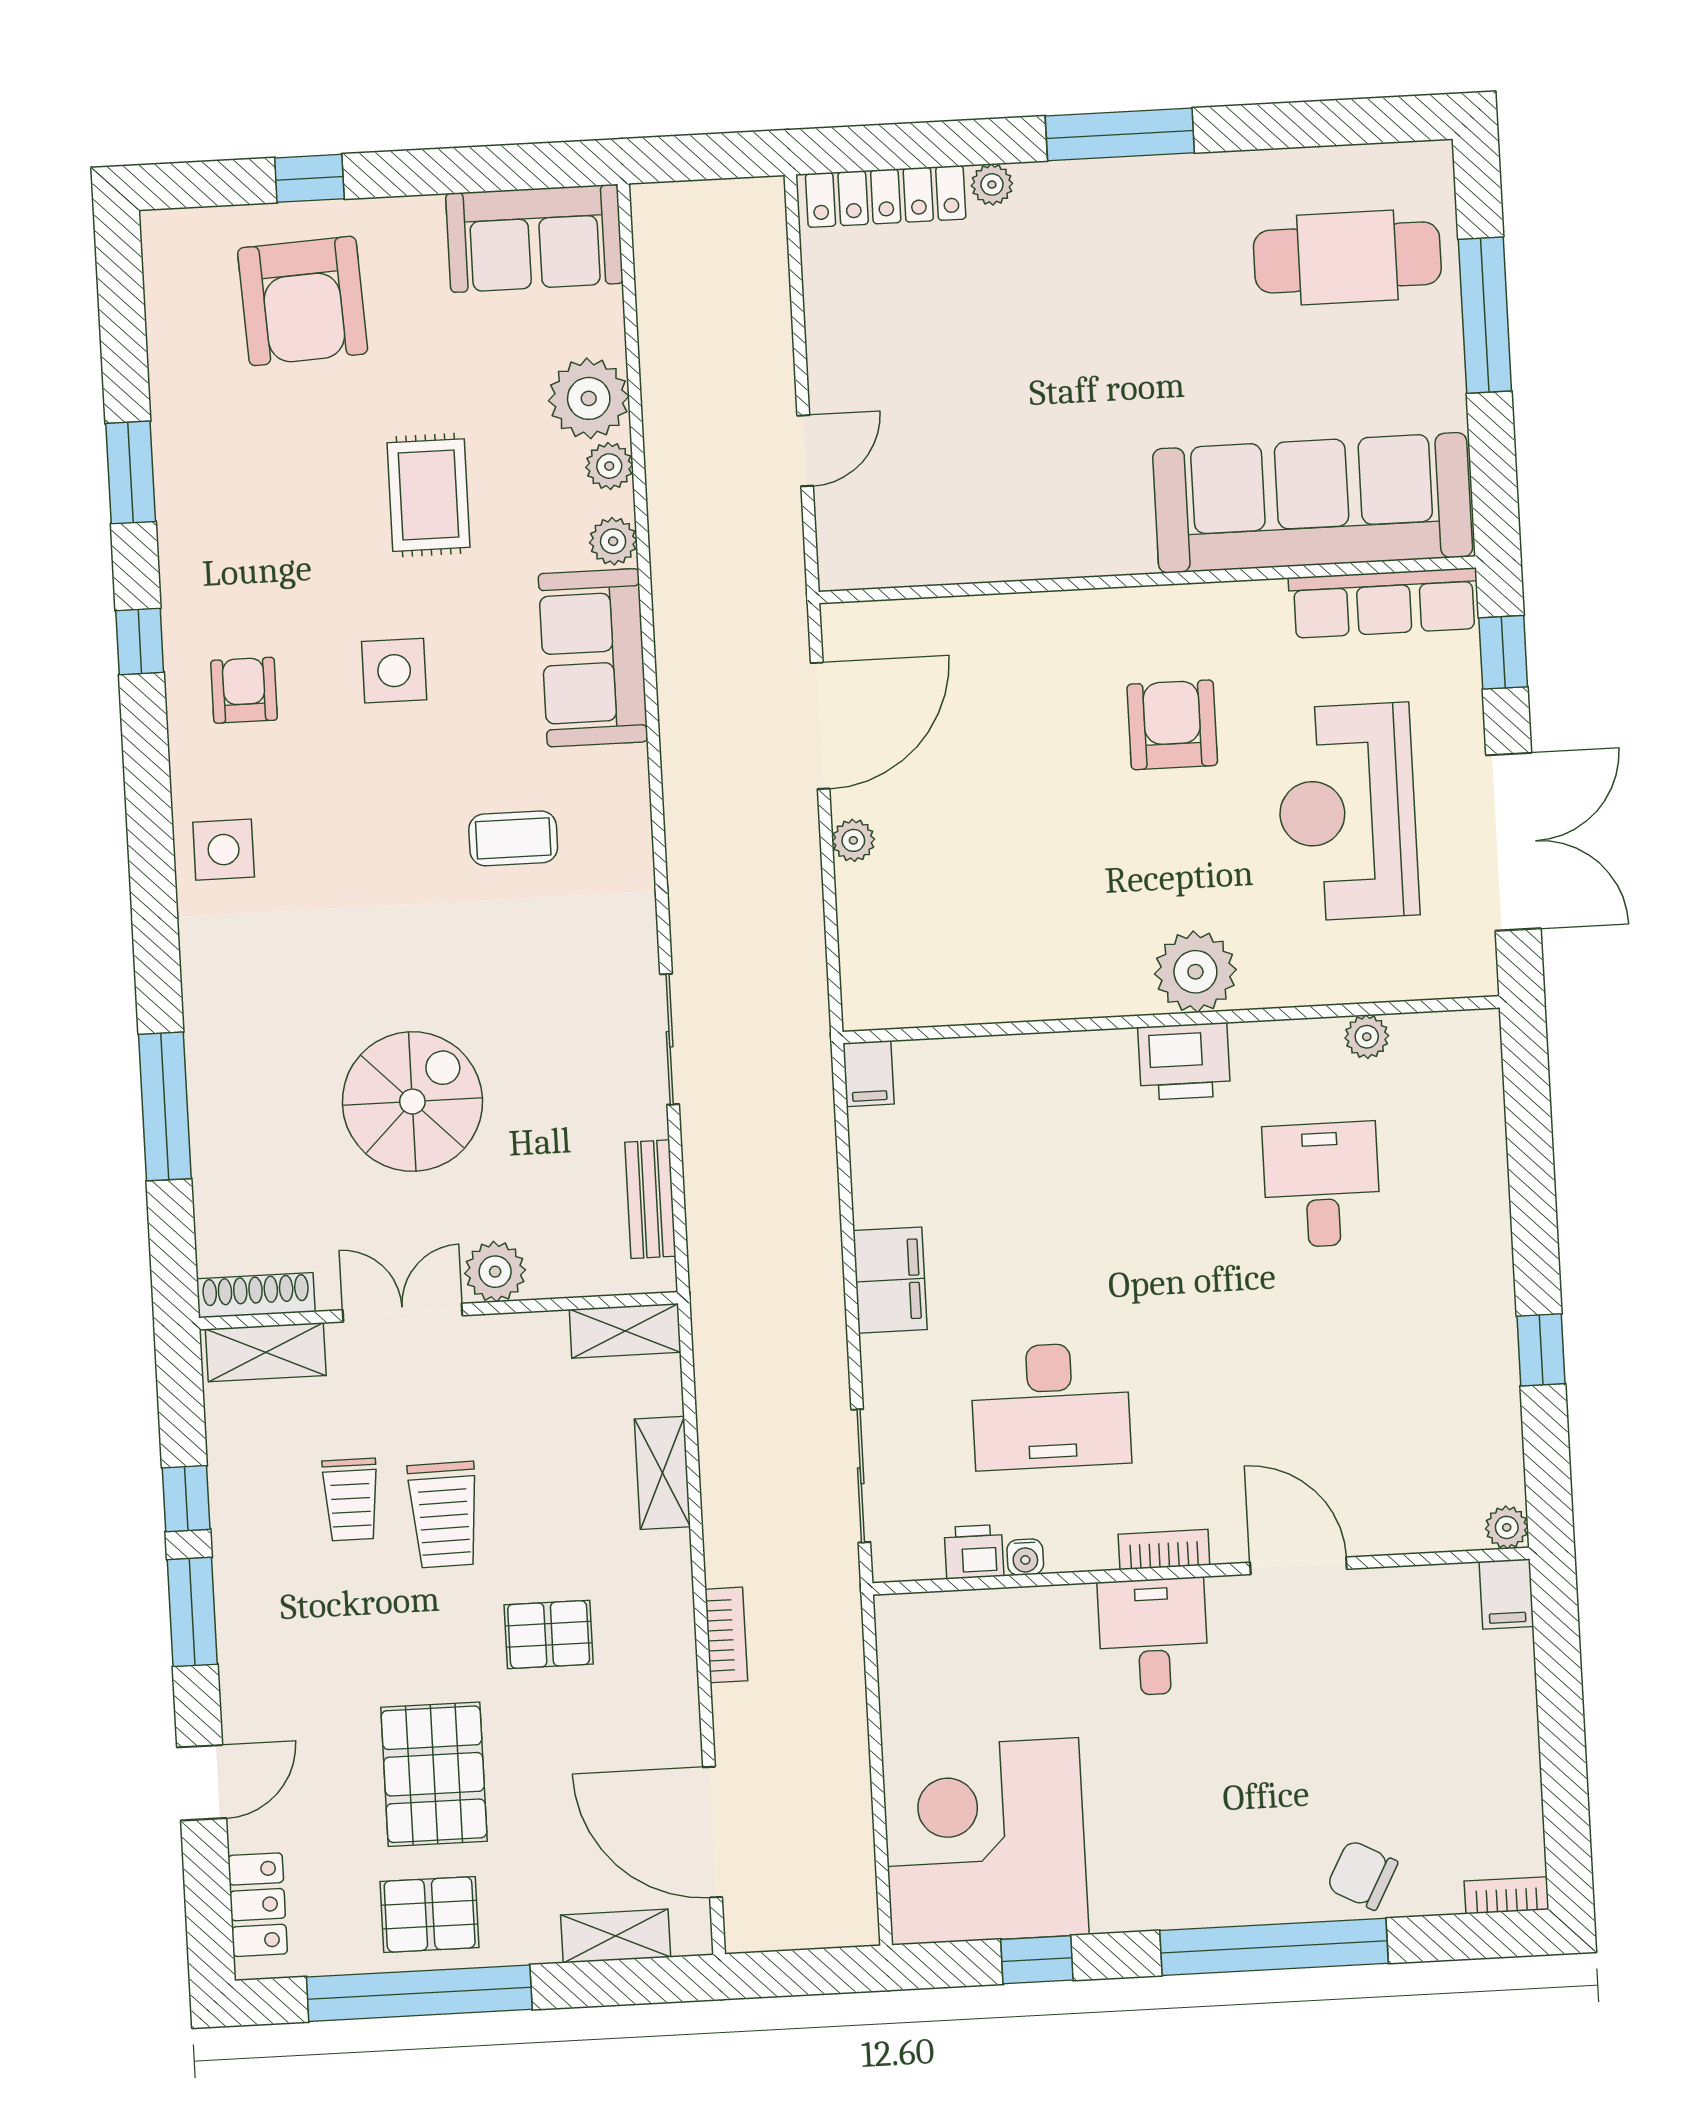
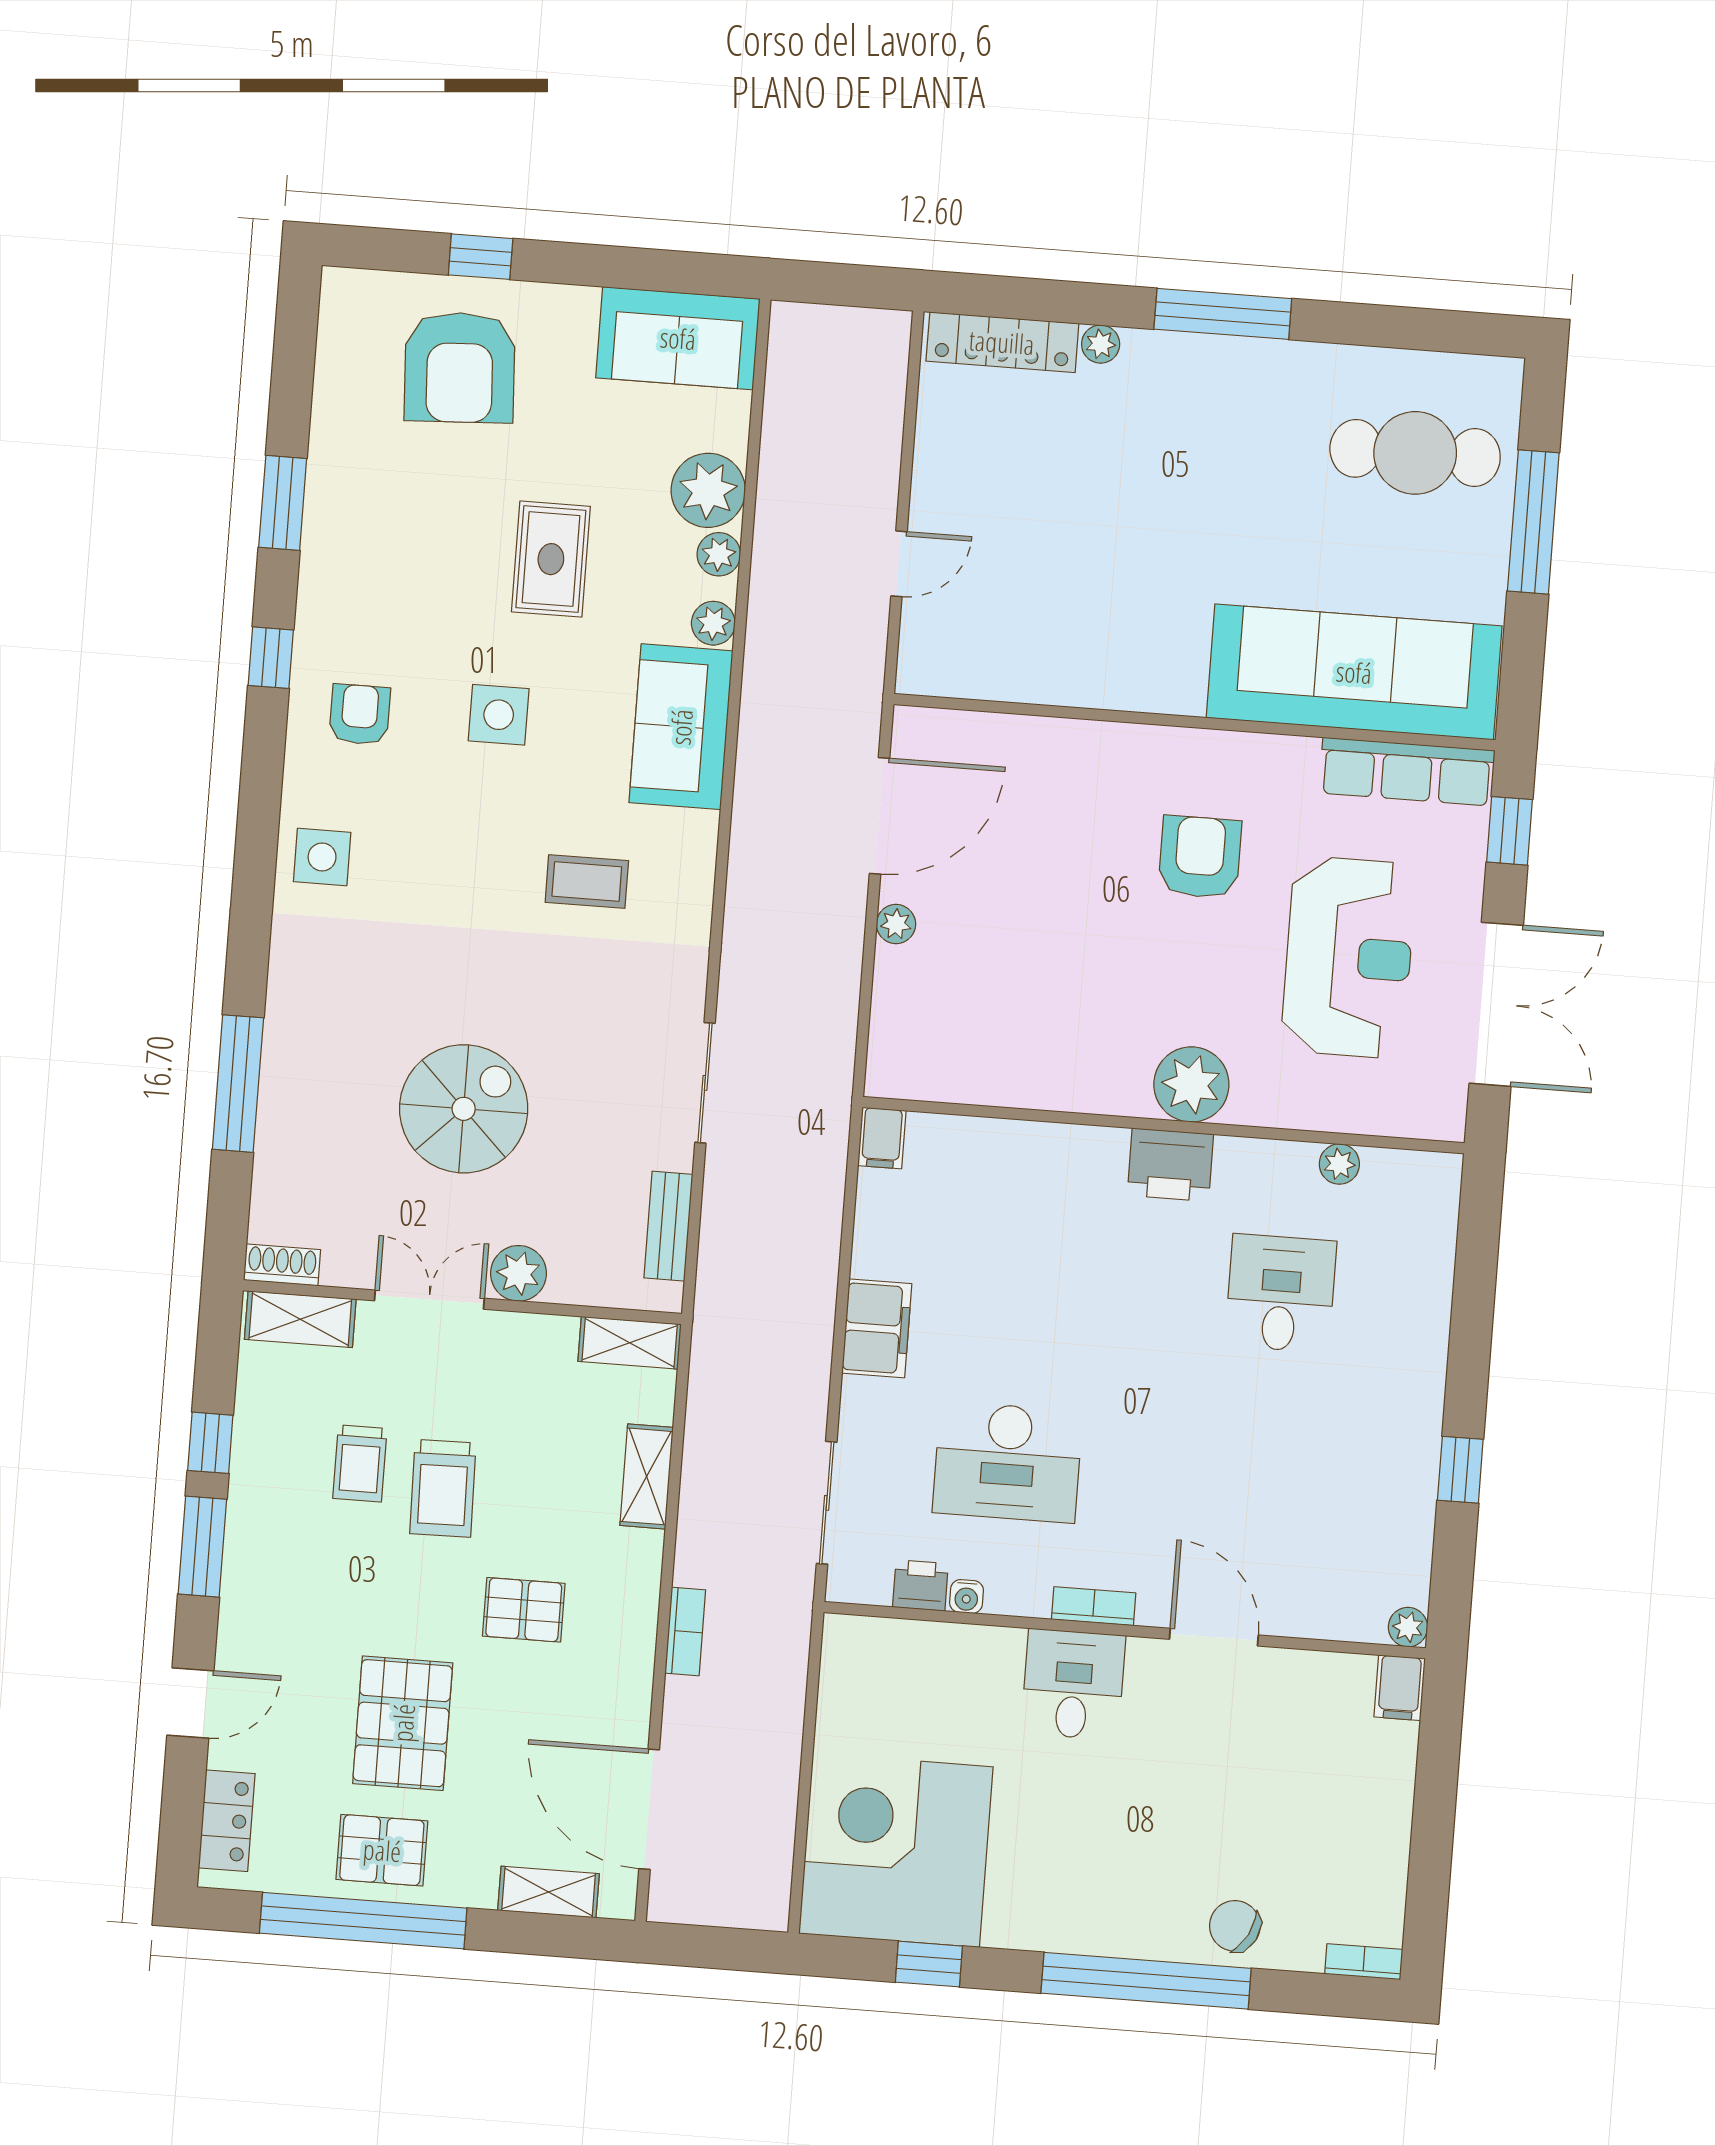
reception desk: (1347, 812) -> (1349, 957), turned 180
shoe rack: (256, 1295) -> (282, 1265), width x0.70

